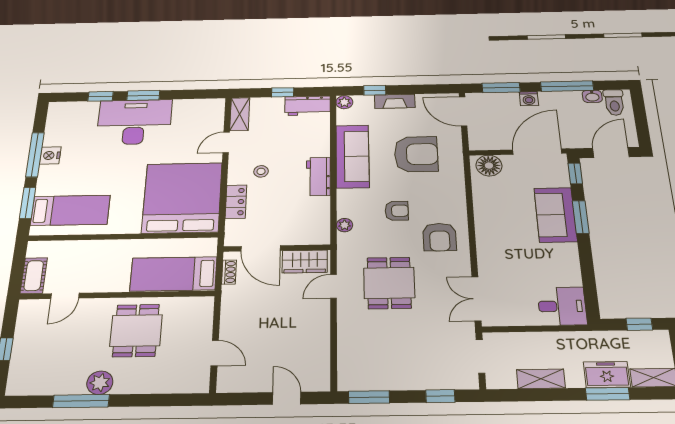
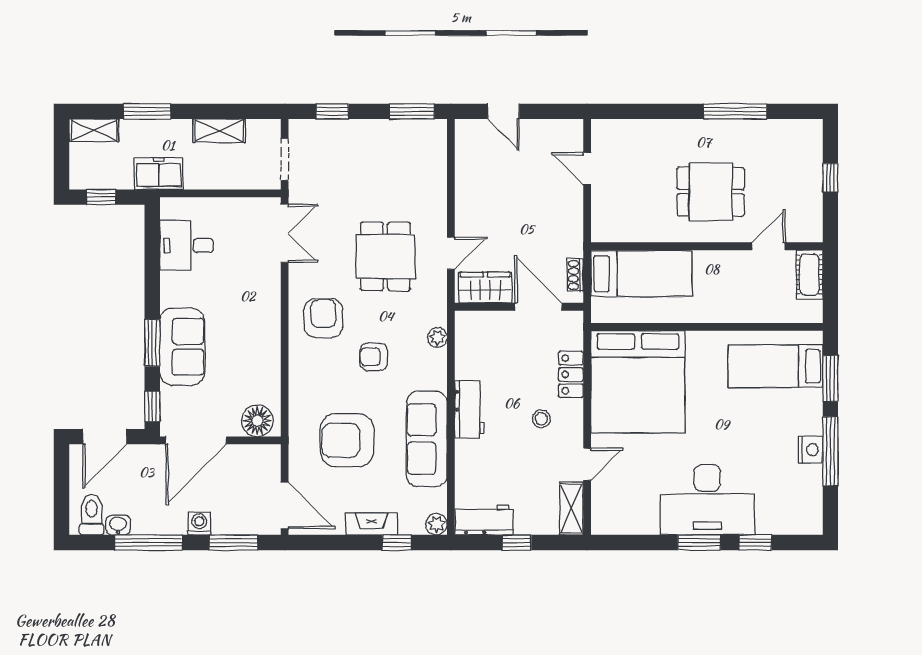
desk: (562, 306) -> (187, 245), moved
dining table: (136, 330) -> (711, 192), moved, turned 90
freezer: (607, 375) -> (159, 174), moved, turned 180
plant: (100, 383) -> (716, 134), removed

